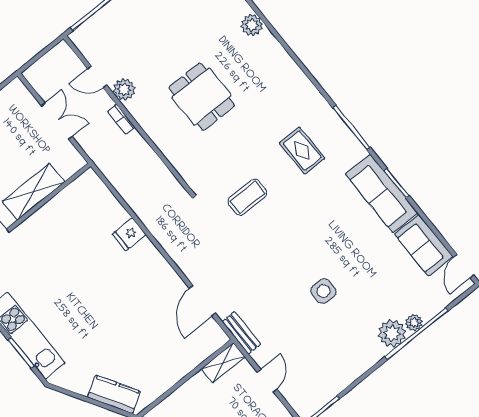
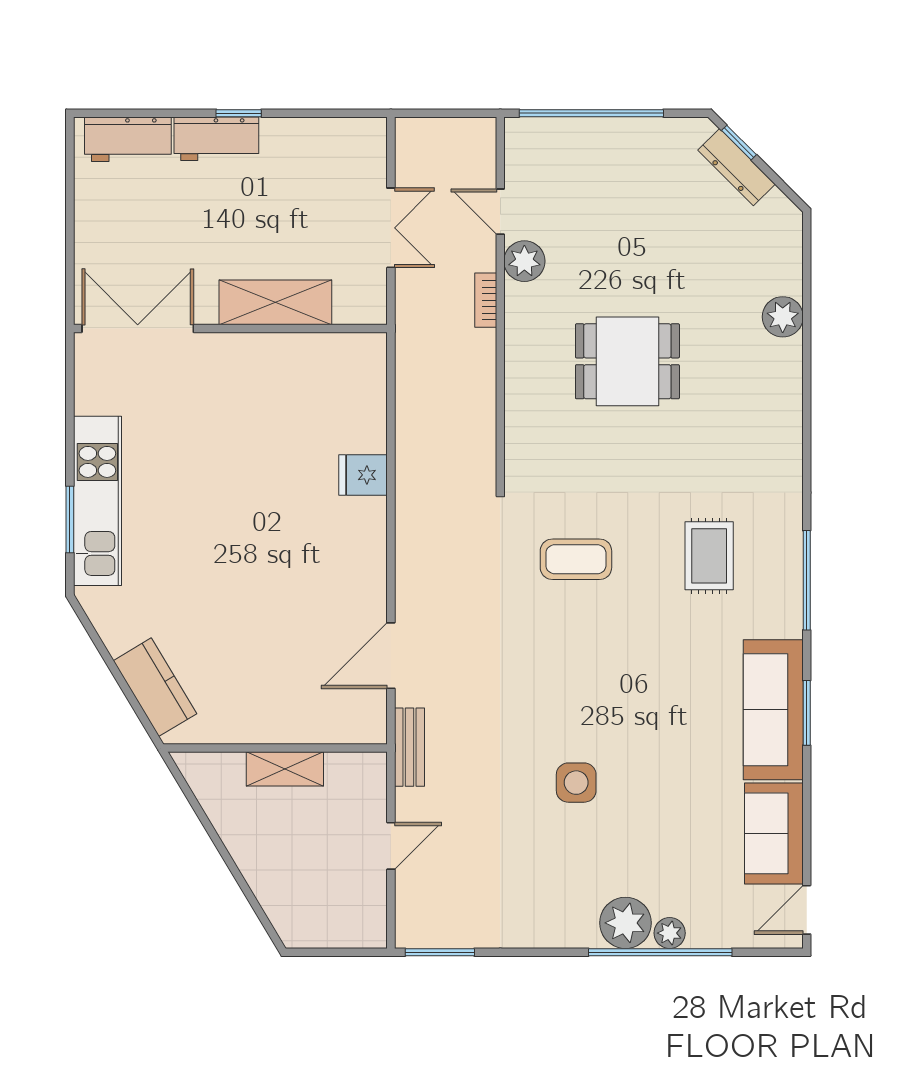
dining table: (202, 97) -> (627, 361), turned 90
shelving: (223, 363) -> (285, 769), moved

